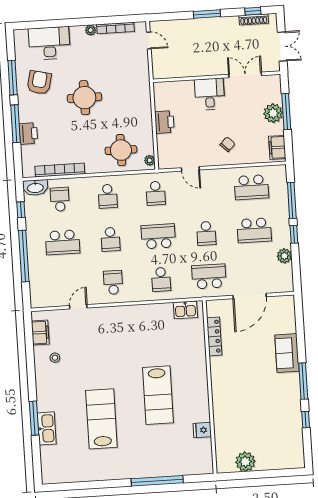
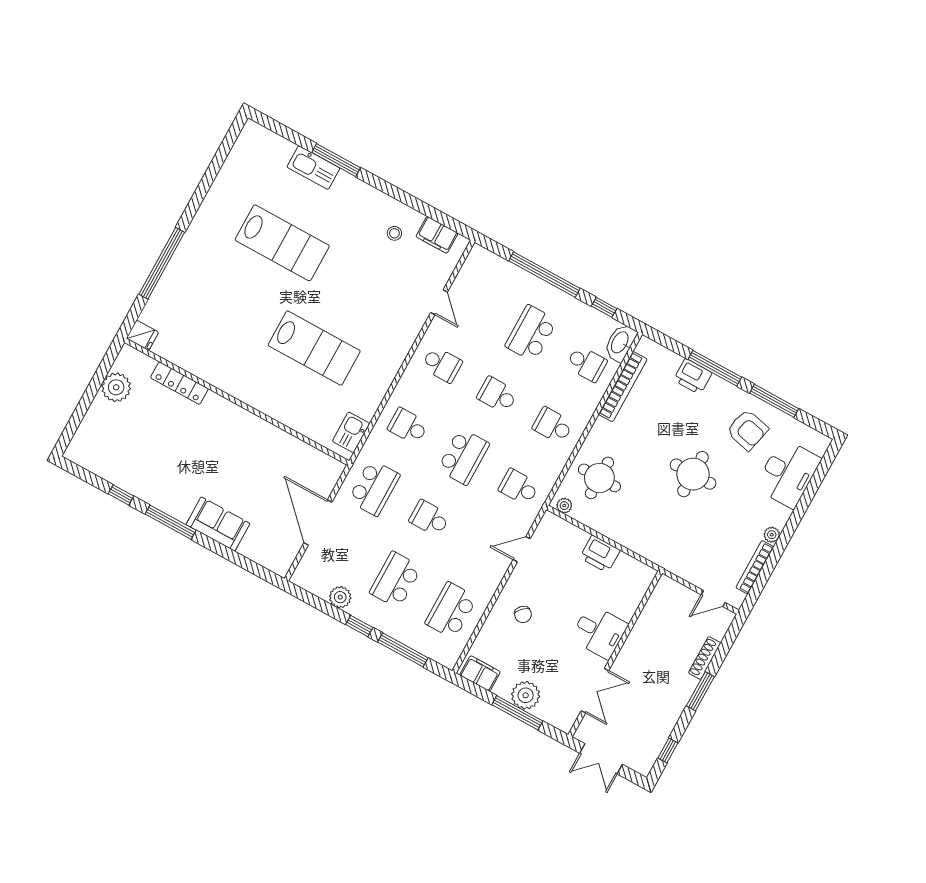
shoe rack: (254, 19) -> (705, 658), moved
locker: (214, 336) -> (179, 383), moved
lab bench: (158, 395) -> (314, 348), moved, turned 180
fridge: (202, 430) -> (143, 335), moved, turned 90

